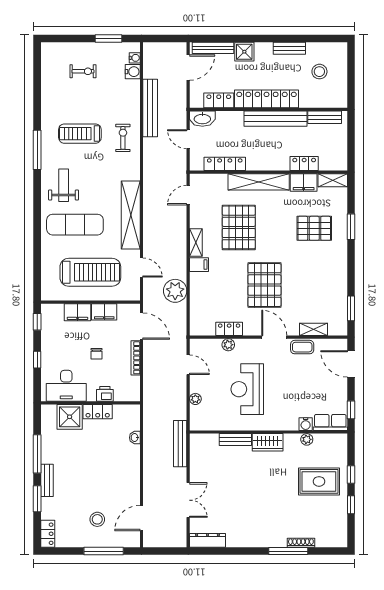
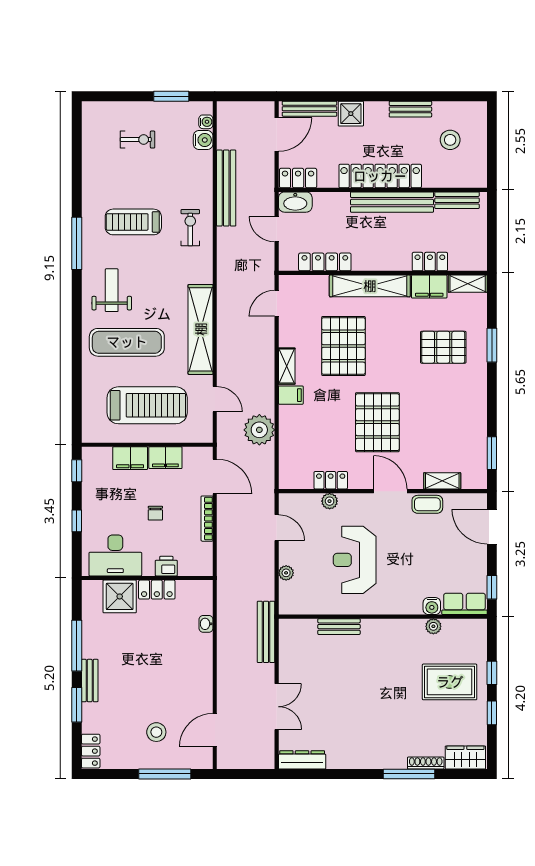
locker: (219, 100) -> (298, 178), moved
wardrobe: (268, 442) -> (465, 757), moved, turned 180

